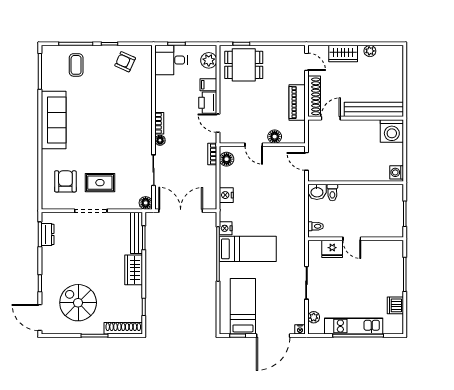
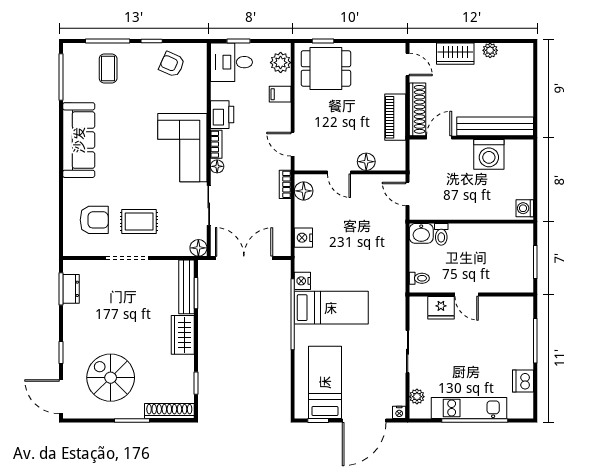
printer: (208, 103) -> (222, 115), moved, turned 180
corner sofa: (133, 126) -> (182, 148), added
washing machine: (392, 131) -> (489, 154), moved
armchair: (65, 181) -> (94, 220), turned 90

